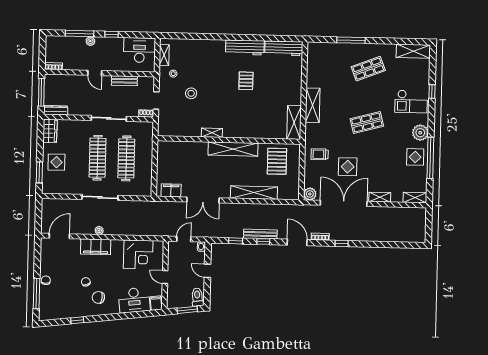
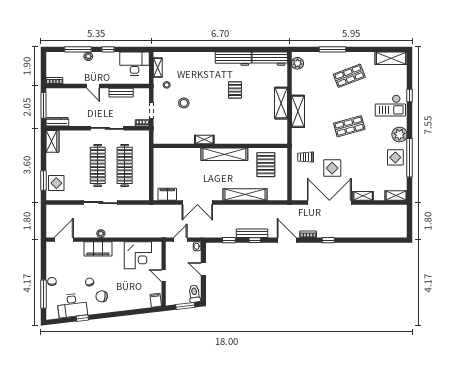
shelving: (294, 122) -> (281, 103), moved
display table: (56, 162) -> (56, 183), moved
plant: (310, 194) -> (297, 63), moved
desk: (134, 300) -> (72, 305), moved

